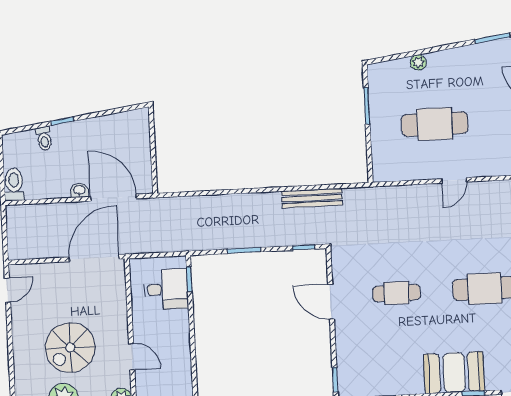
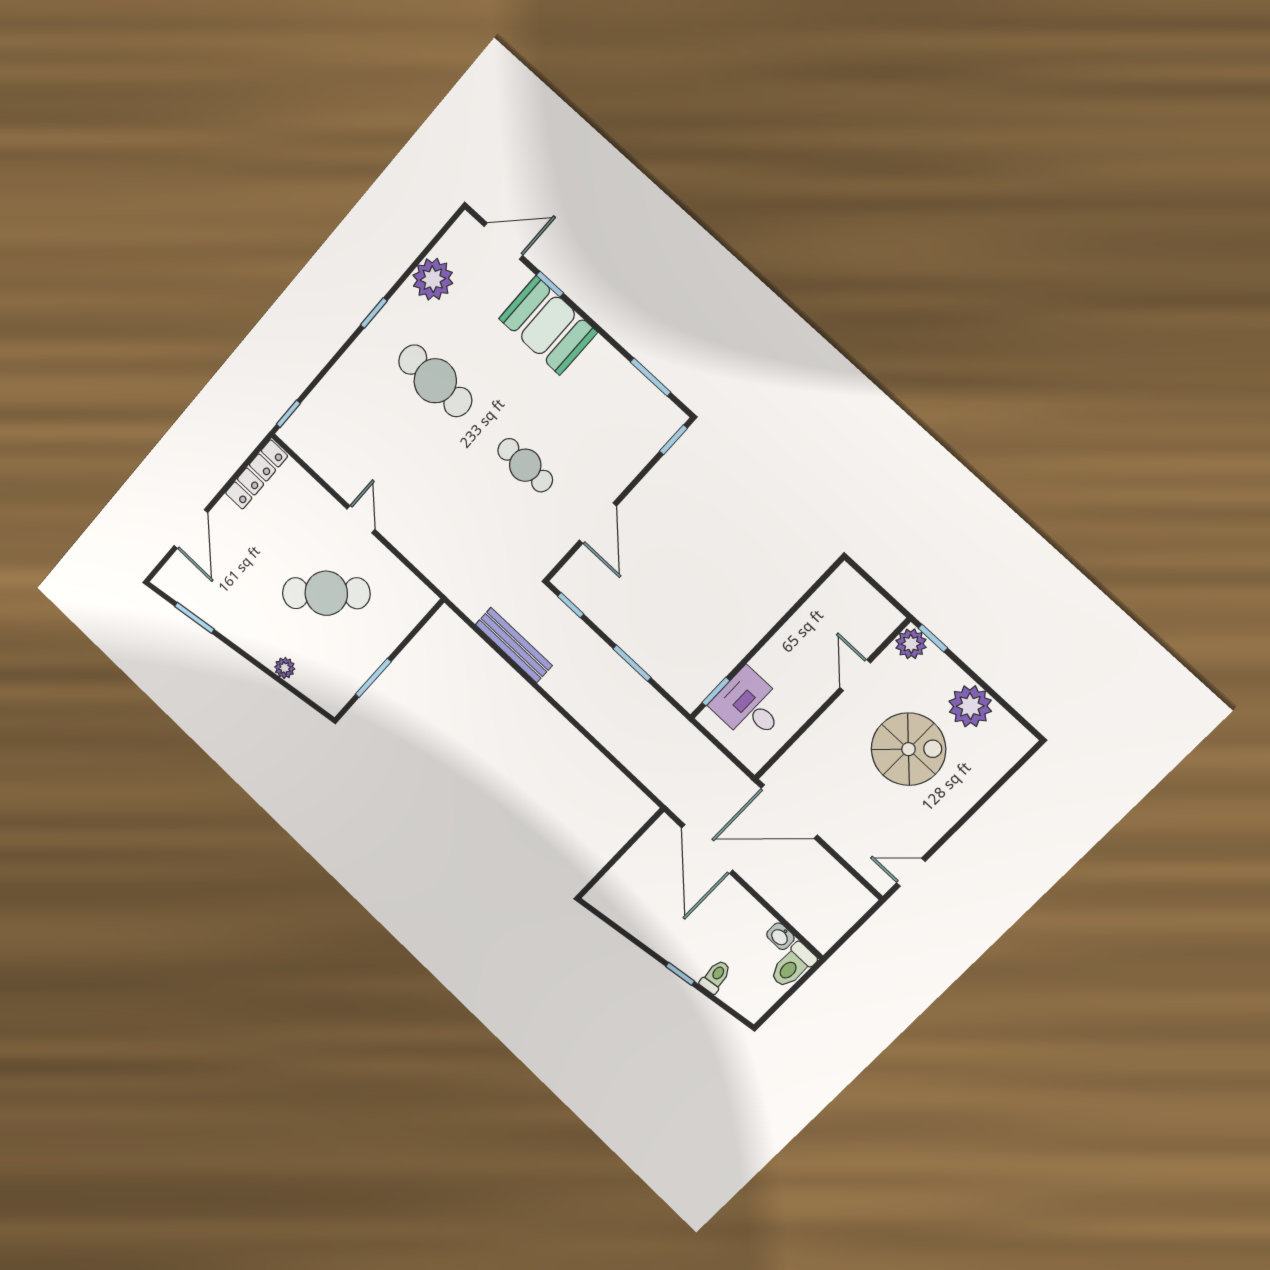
cafe table: (435, 124) -> (326, 593), turned -43
door: (454, 180) -> (361, 519), hinge flipped
washbasin: (79, 190) -> (780, 936), moved

